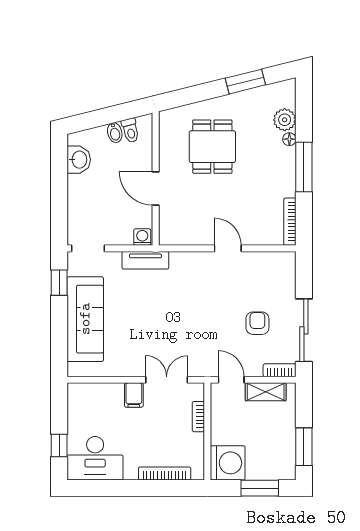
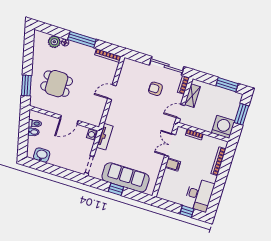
window: (245, 82) -> (26, 86), moved
window: (59, 283) -> (116, 189), moved

